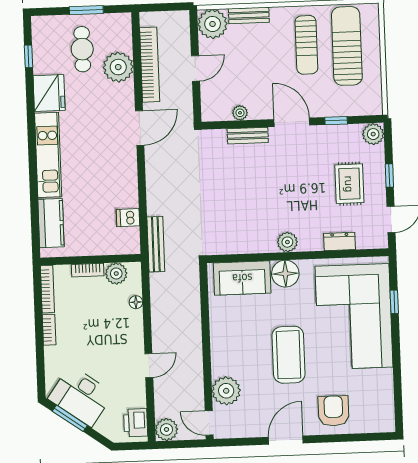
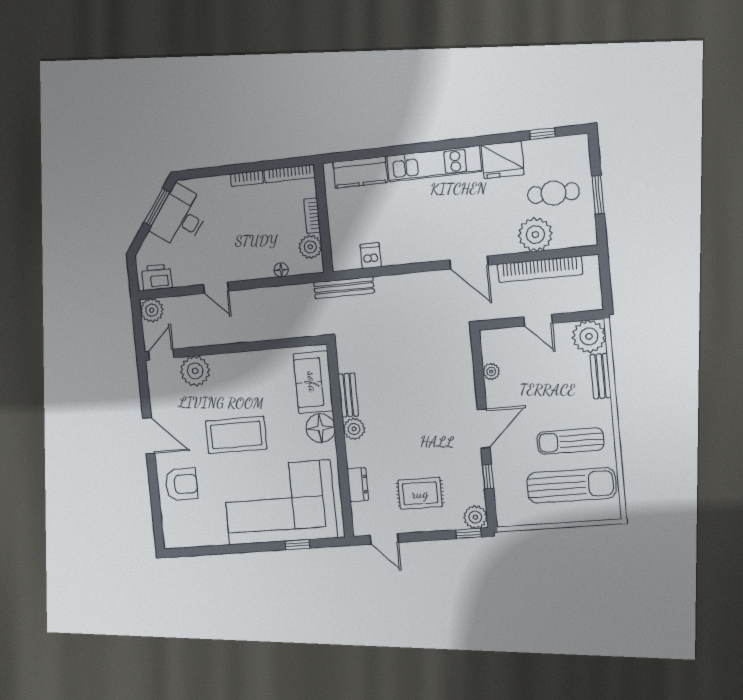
bench: (248, 136) -> (348, 395), moved
window: (389, 175) -> (469, 533), moved

